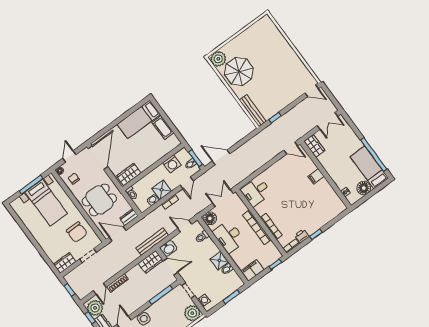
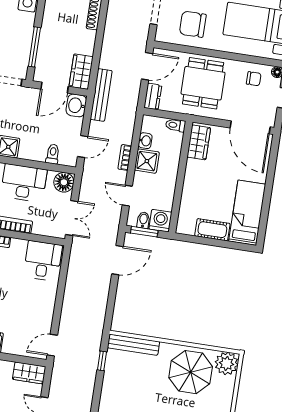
washing machine: (172, 164) -> (160, 221), moved, turned 90

